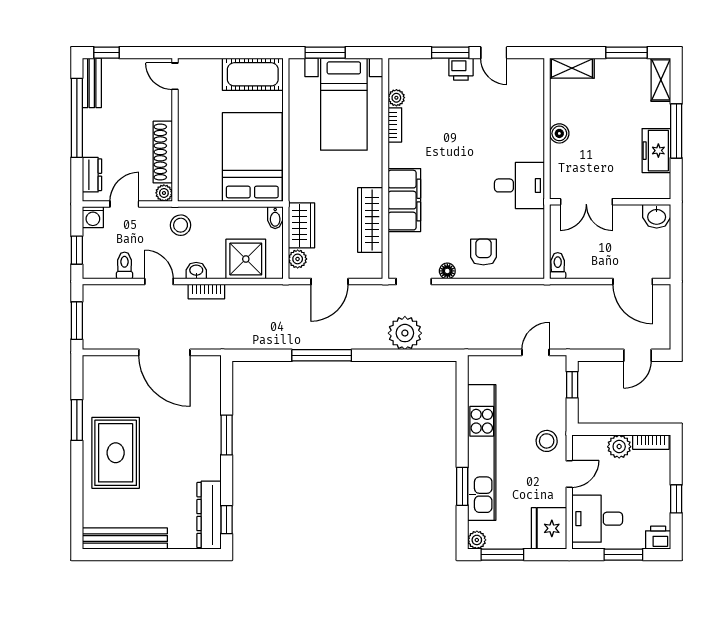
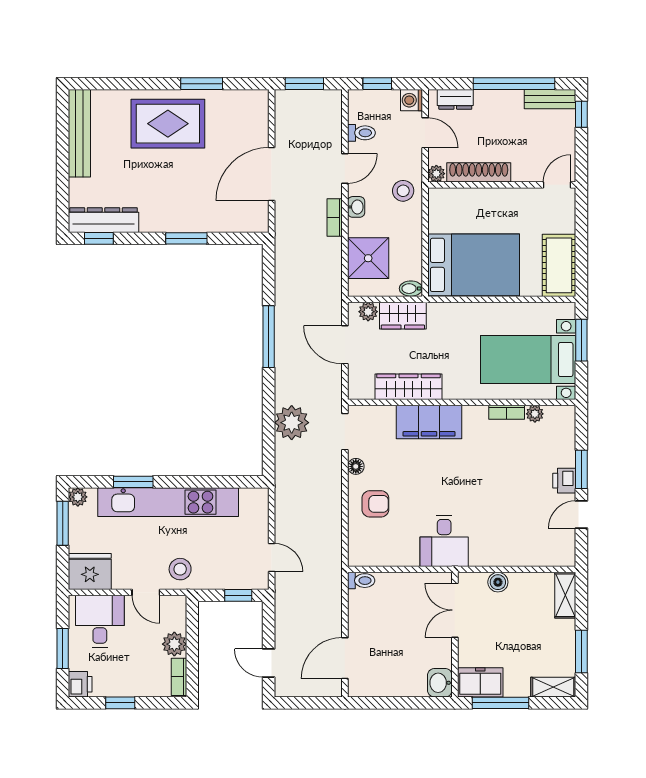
double door: (586, 202) -> (455, 610), moved
wall: (610, 202) -> (455, 635), moved
washbasin: (657, 216) -> (440, 683), moved

